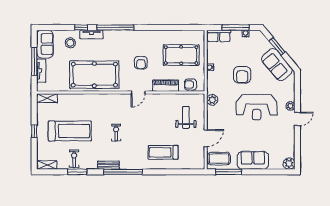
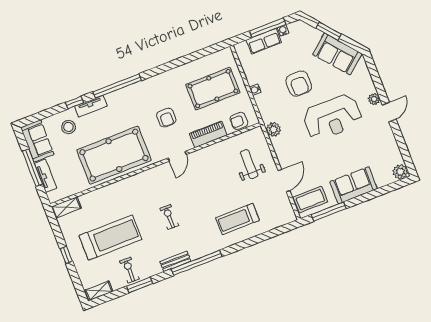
row of seats: (219, 36) -> (264, 41), moved

